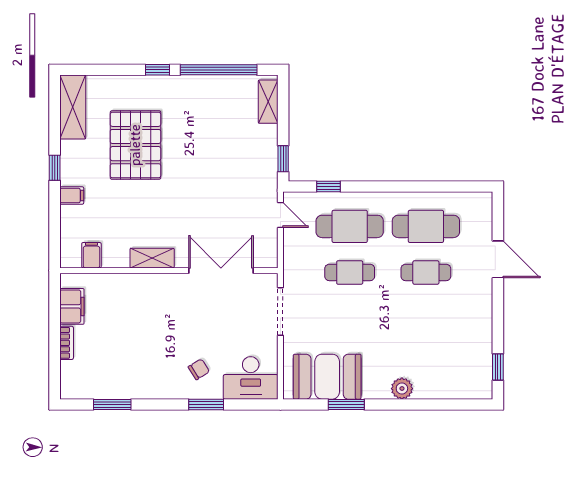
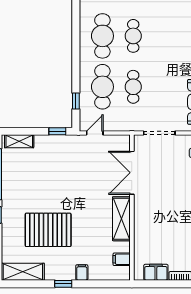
shelving: (152, 258) -> (121, 219), width x1.50, depth x1.33

